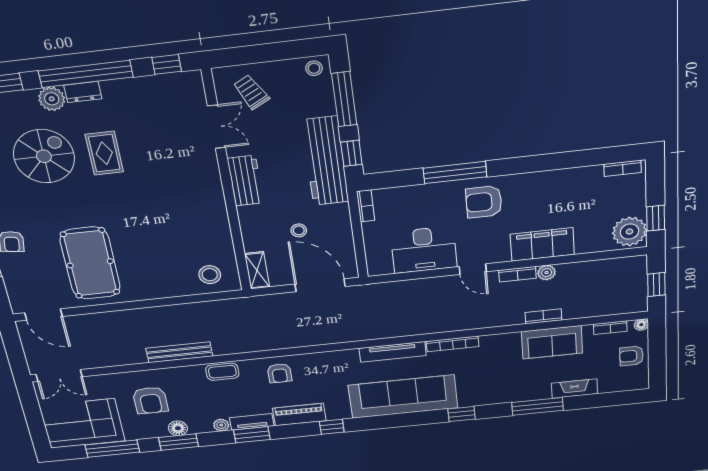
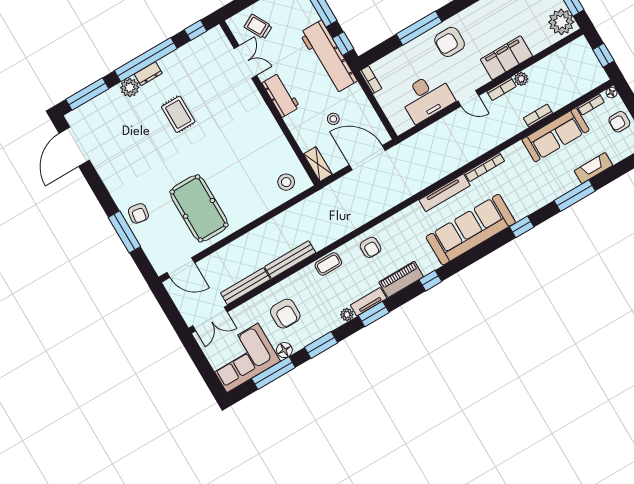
spiral stairs: (44, 156) -> (139, 134), removed
sofa: (552, 342) -> (556, 135), width x1.36
bench: (115, 359) -> (245, 286), added
floor lamp: (178, 428) -> (284, 350), moved

